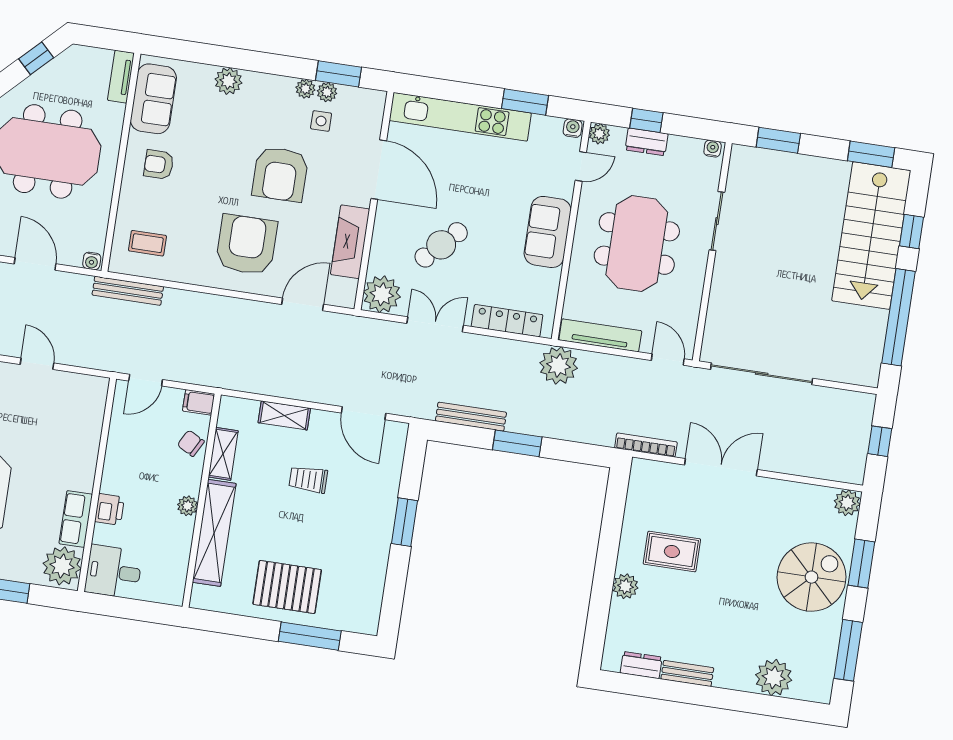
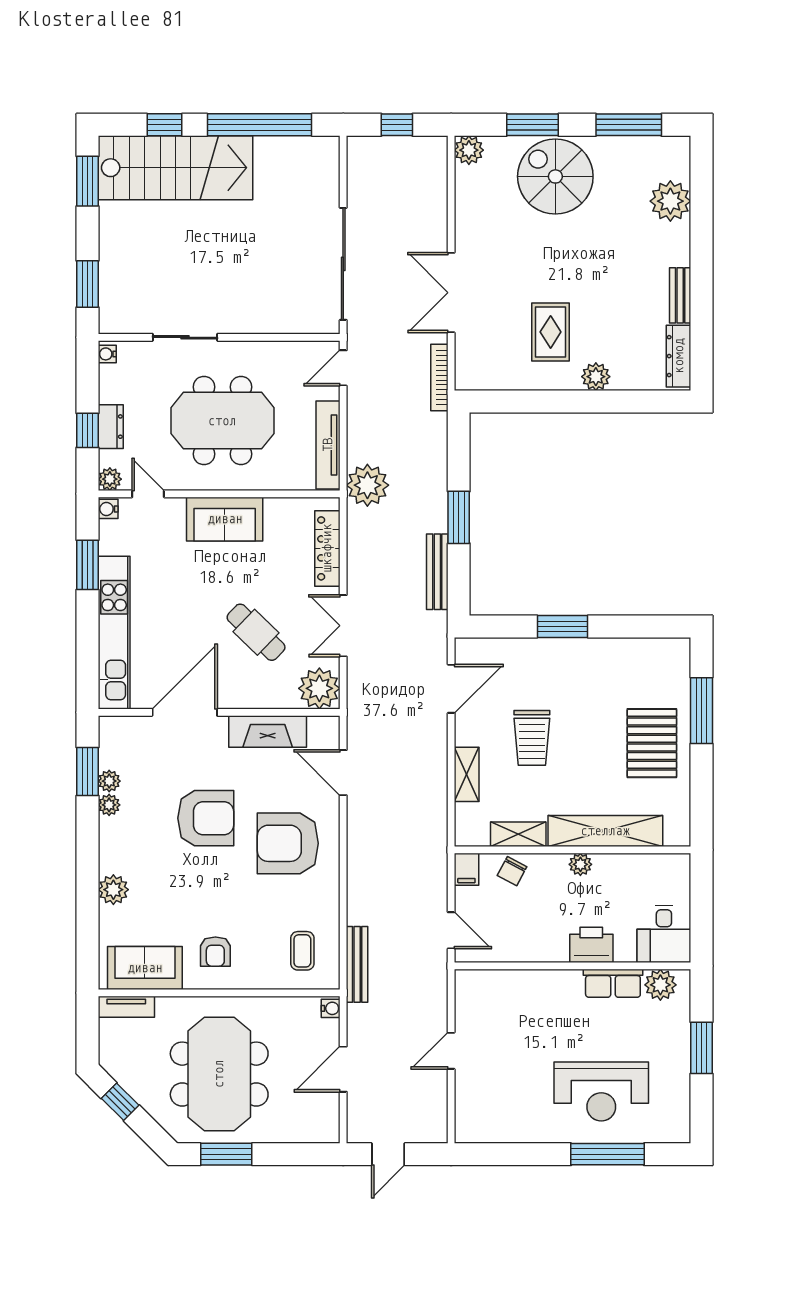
side table: (321, 121) -> (141, 783), removed
trolley: (308, 479) -> (532, 738), width x1.36, depth x1.39
printer: (109, 509) -> (591, 945), width x1.36, depth x1.24
plant: (62, 566) -> (660, 985), width x0.73, depth x0.73
dresser: (641, 665) -> (679, 356), width x1.44

